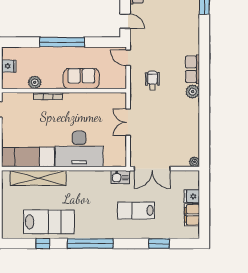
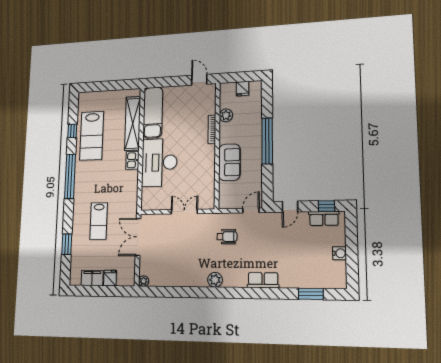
row of seats: (193, 69) -> (263, 280), moved
kitchen sink: (120, 177) -> (132, 160), moved
lab bench: (136, 210) -> (99, 221), turned 180

